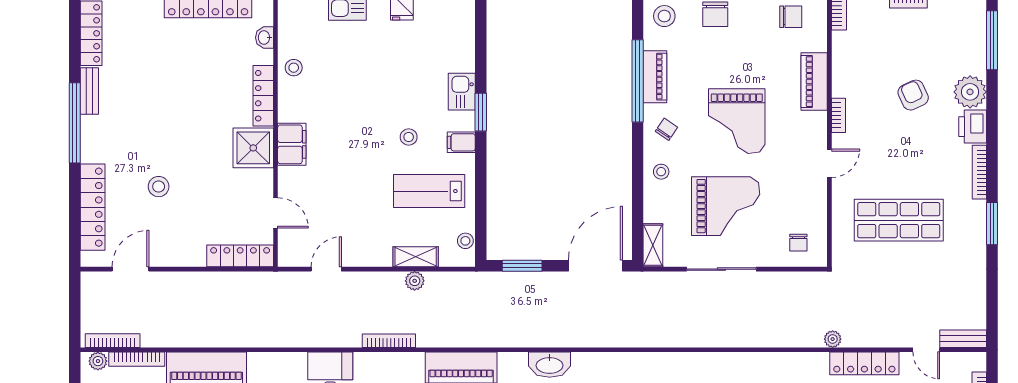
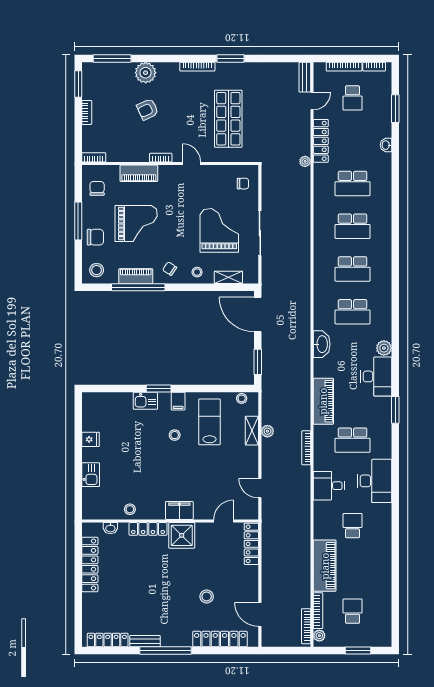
grand piano: (737, 121) -> (136, 223), moved
printer: (973, 127) -> (168, 71), removed
lab bench: (429, 191) -> (210, 422), turned 180
shelving: (653, 245) -> (228, 277), moved

